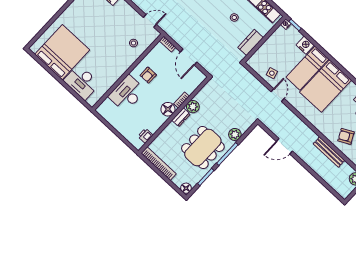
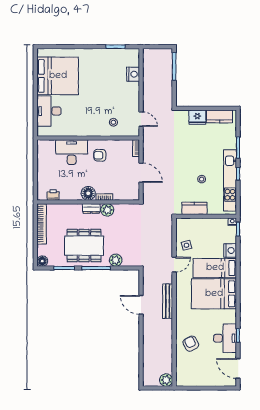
door: (189, 57) -> (141, 173), swing flipped
bench: (329, 152) -> (168, 301), moved

